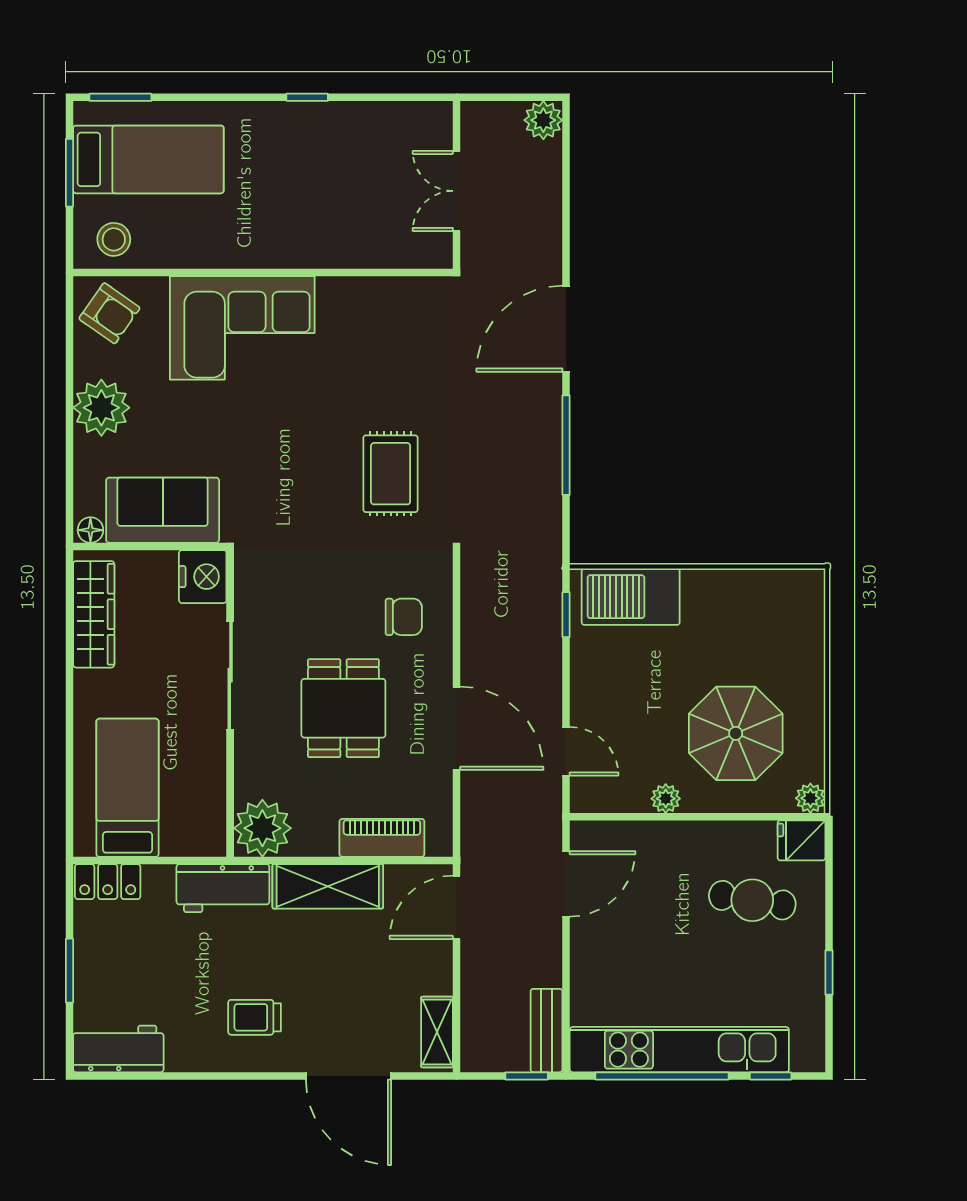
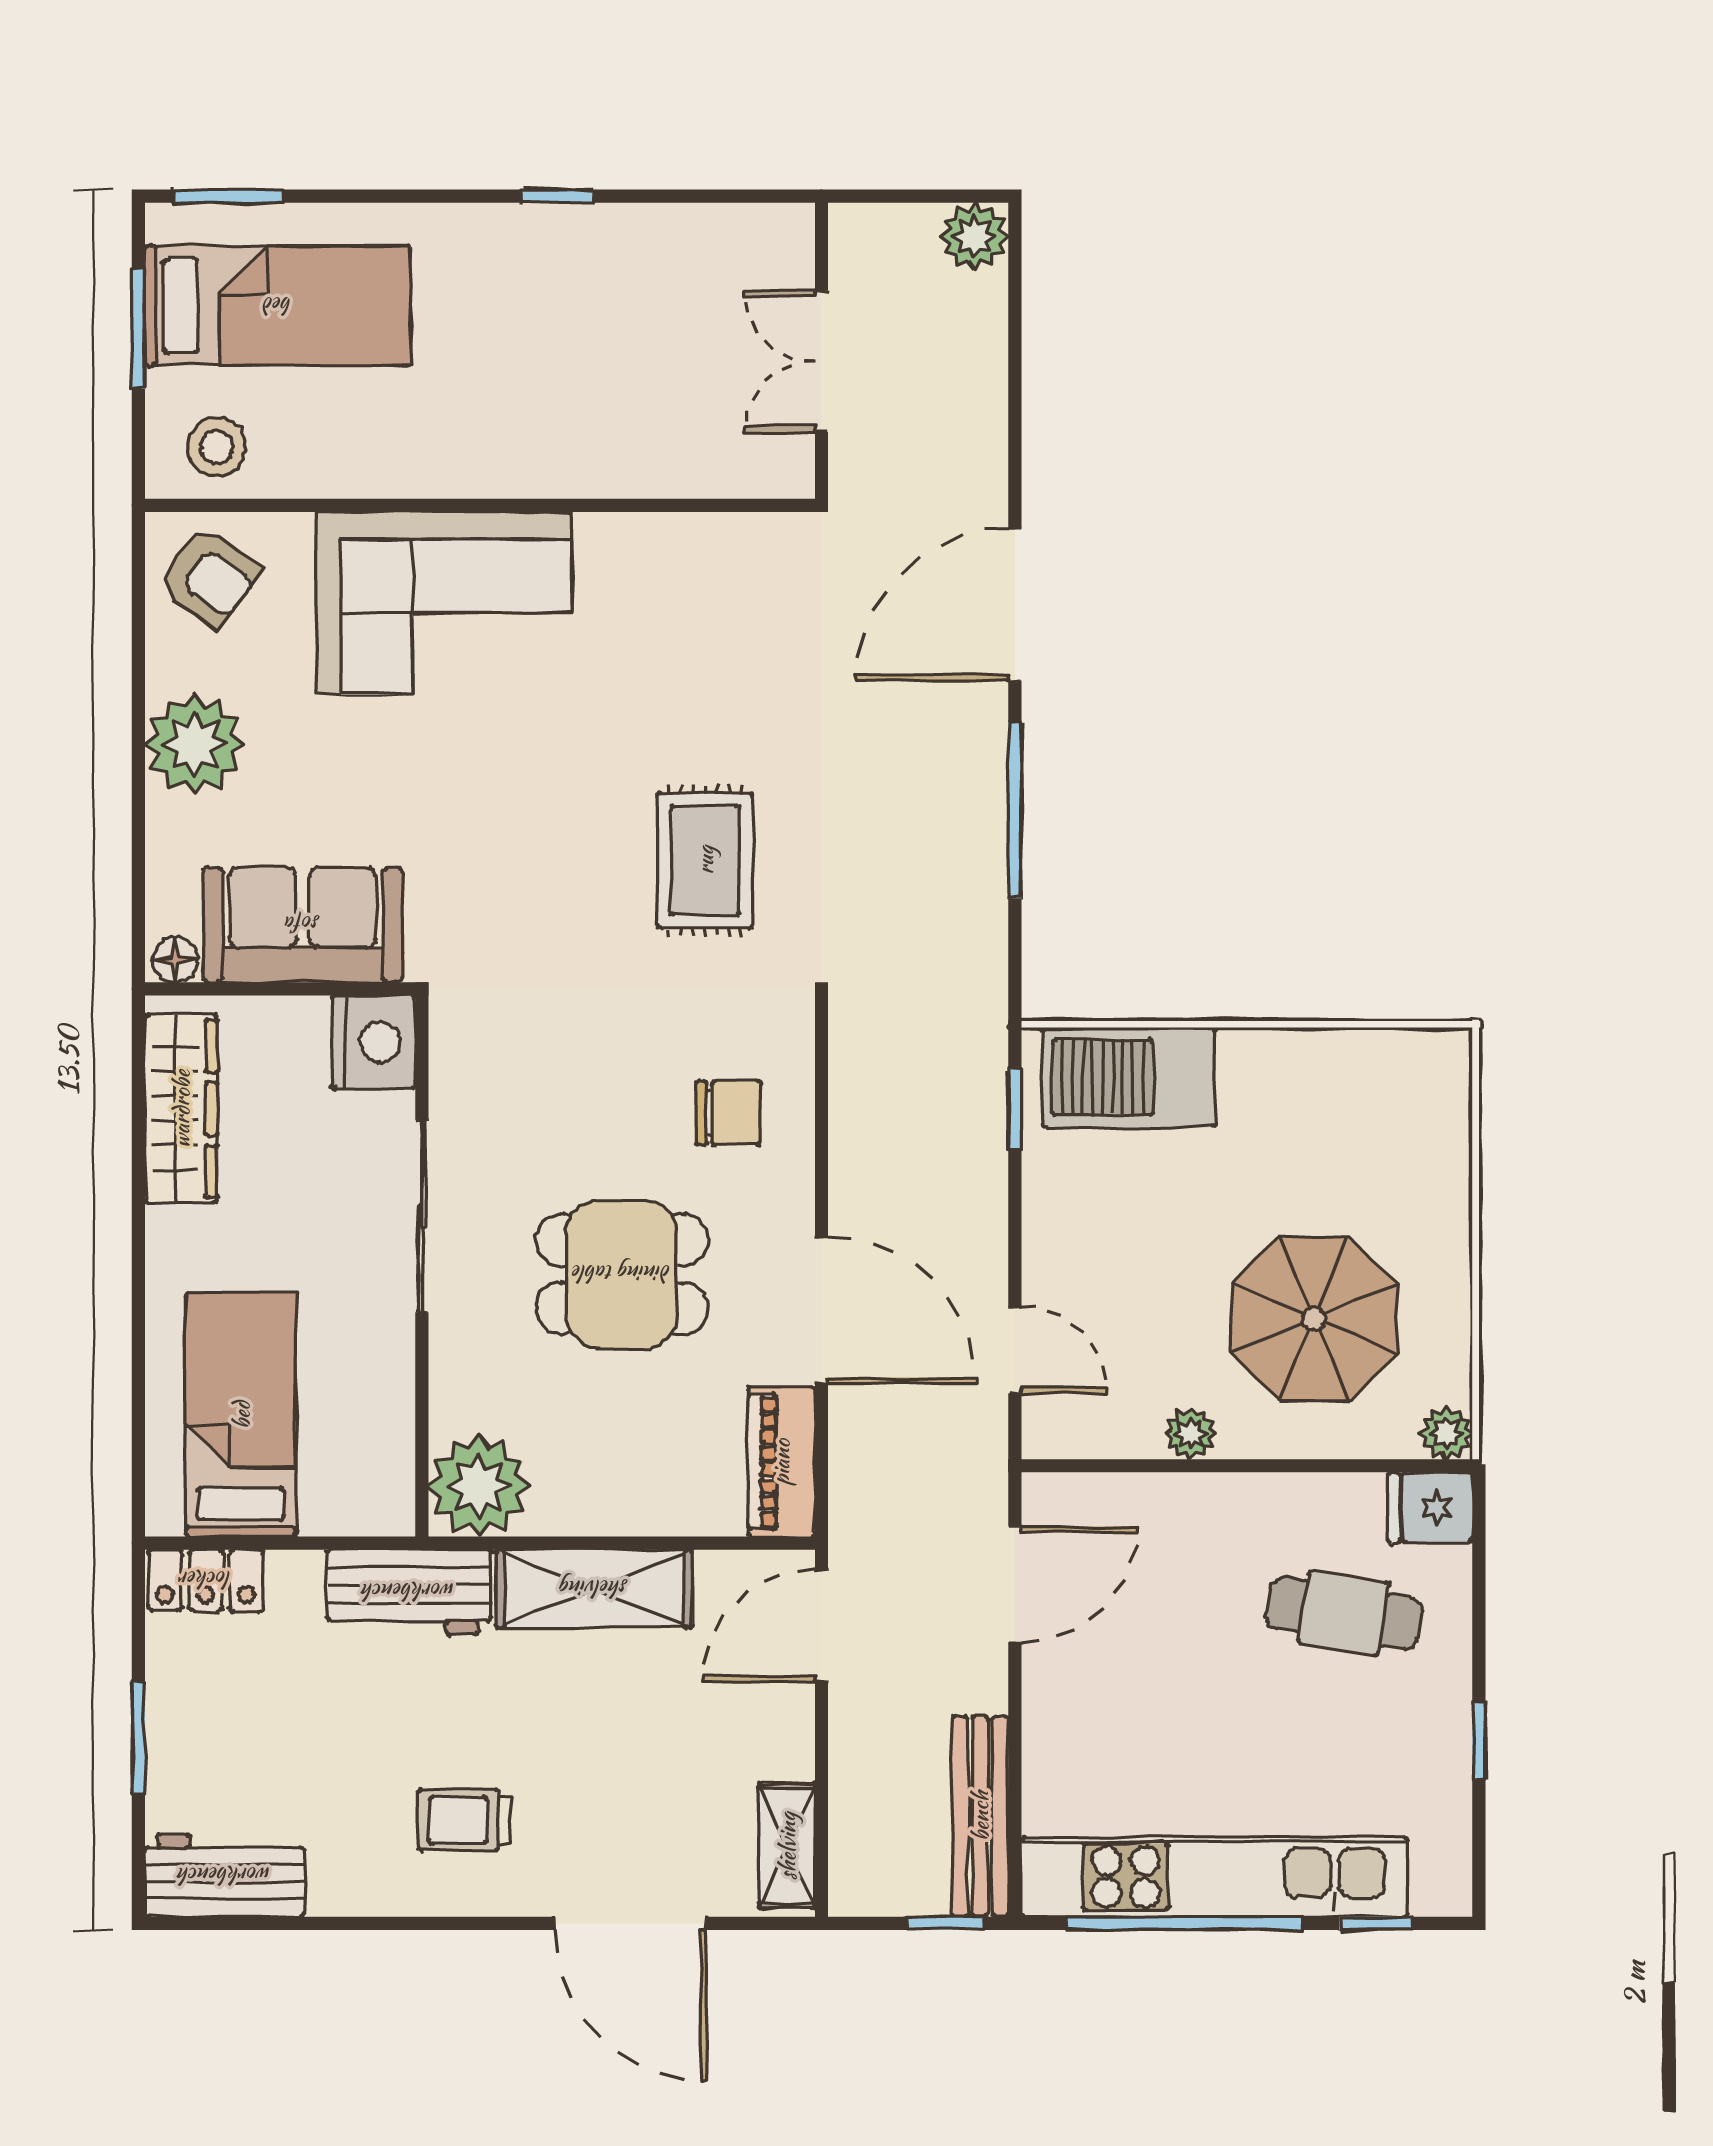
dining table: (343, 708) -> (622, 1274), turned 90
piano: (382, 838) -> (781, 1462), moved, turned -90
bench: (546, 1031) -> (980, 1816), width x1.36

